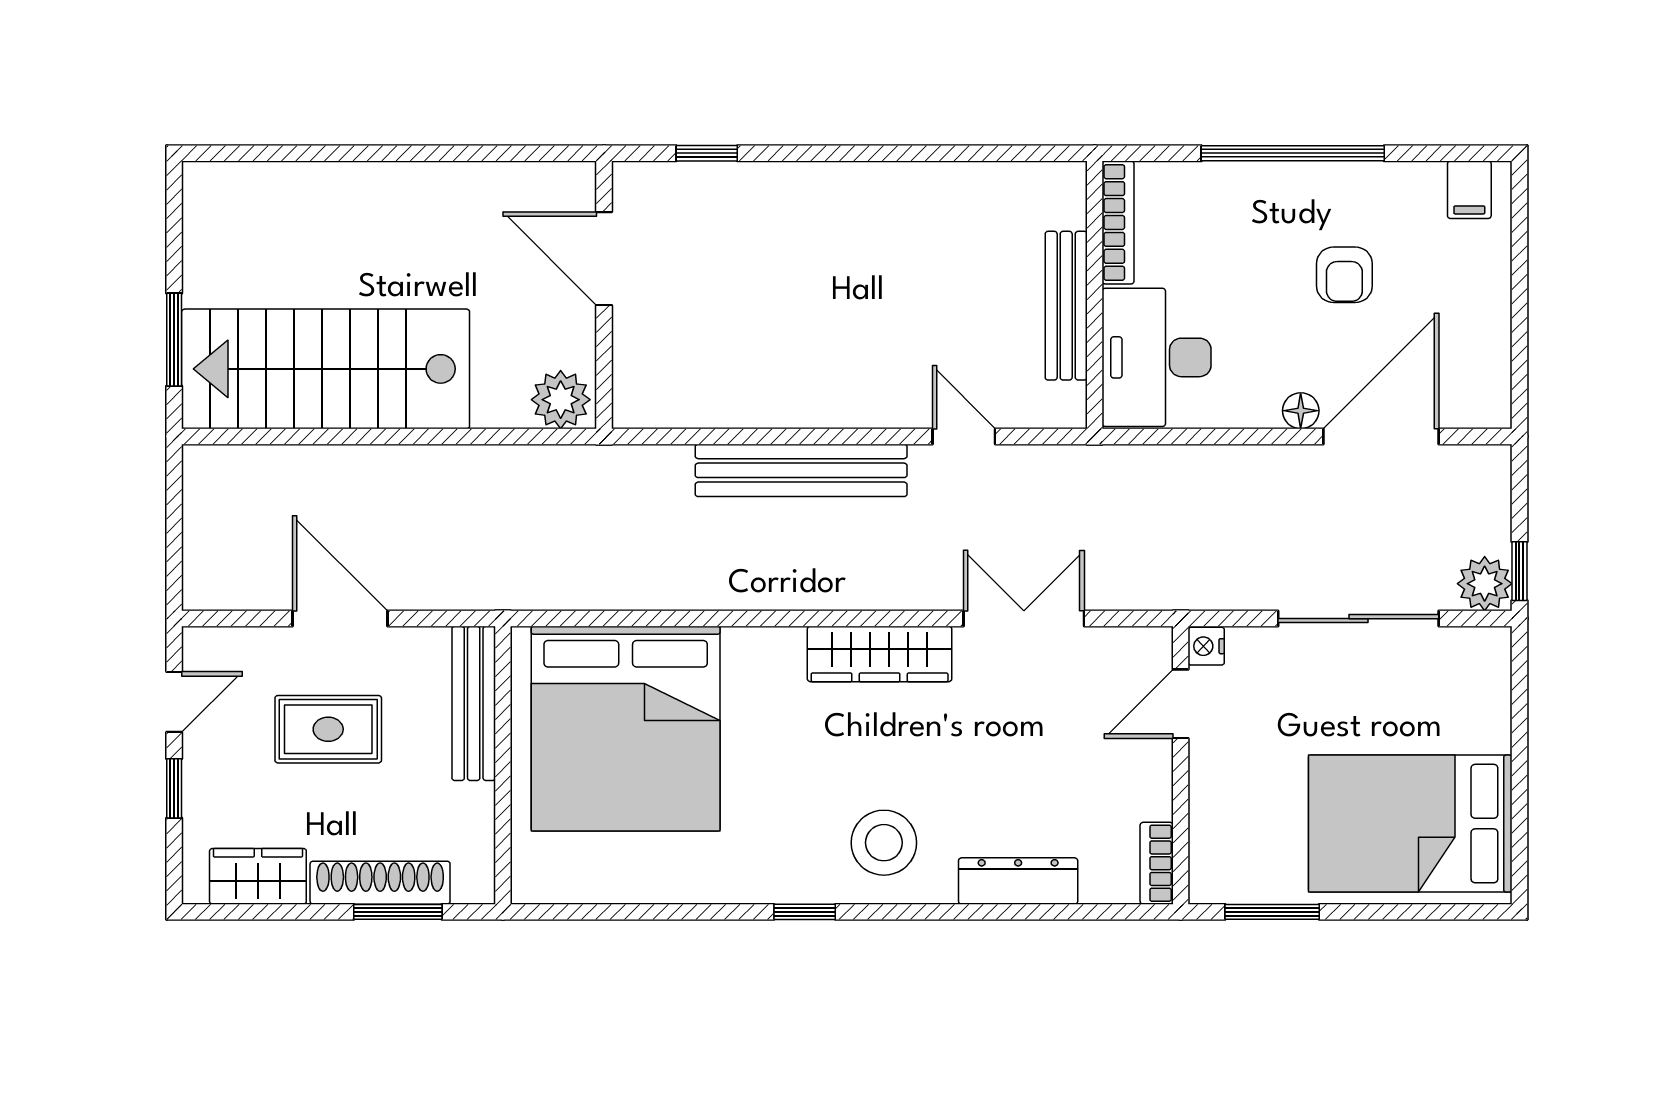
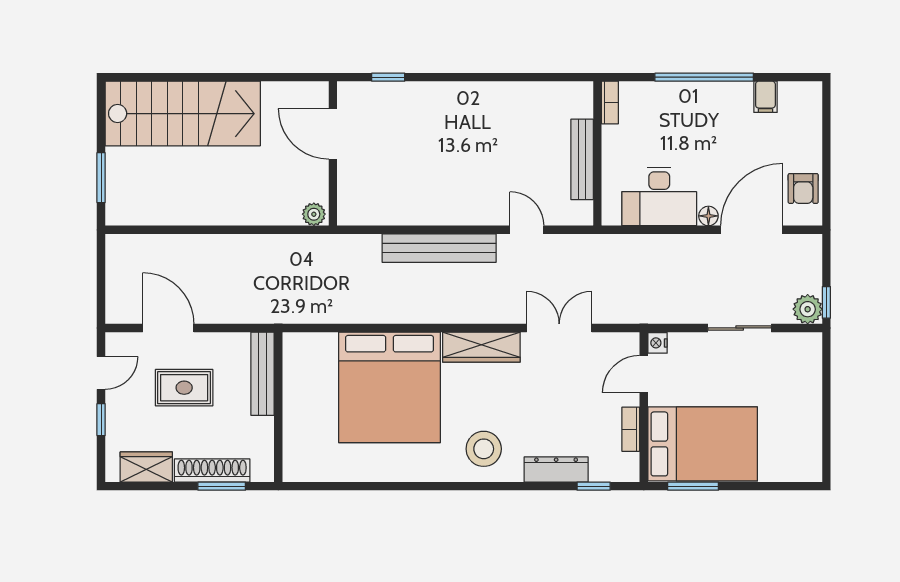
filing cabinet: (1469, 190) -> (765, 97), moved
bookcase: (1118, 222) -> (610, 102), width x0.64
armchair: (1344, 275) -> (803, 188), moved
desk: (1157, 357) -> (659, 196), moved, turned -90
stairs: (326, 369) -> (183, 114), moved, turned 180
plant: (561, 400) -> (314, 214), width x0.73, depth x0.73
door: (340, 619) -> (168, 328), moved
sliding door: (1358, 619) -> (740, 328), width x0.73
bed: (626, 729) -> (390, 387), moved
bed: (1410, 824) -> (703, 444), moved, turned 180
bookcase: (1157, 863) -> (631, 429), moved
window: (805, 912) -> (594, 486), moved

